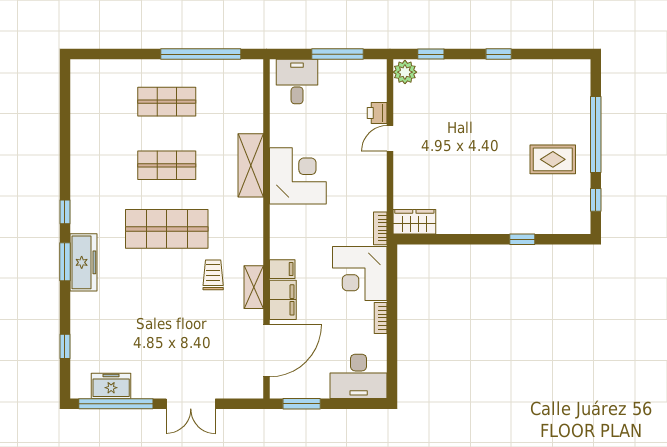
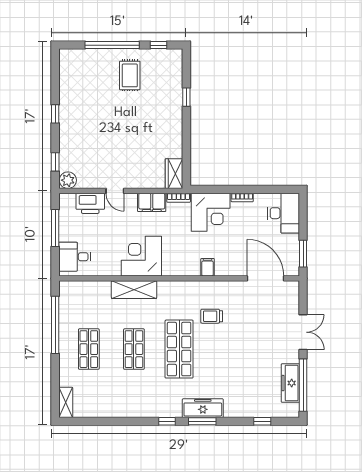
printer: (377, 113) -> (90, 203), width x1.87, depth x1.48
shelving: (254, 287) -> (66, 402), moved, turned 90
filing cabinet: (283, 300) -> (152, 202), moved, turned 180
freezer: (111, 386) -> (290, 383), width x1.40

